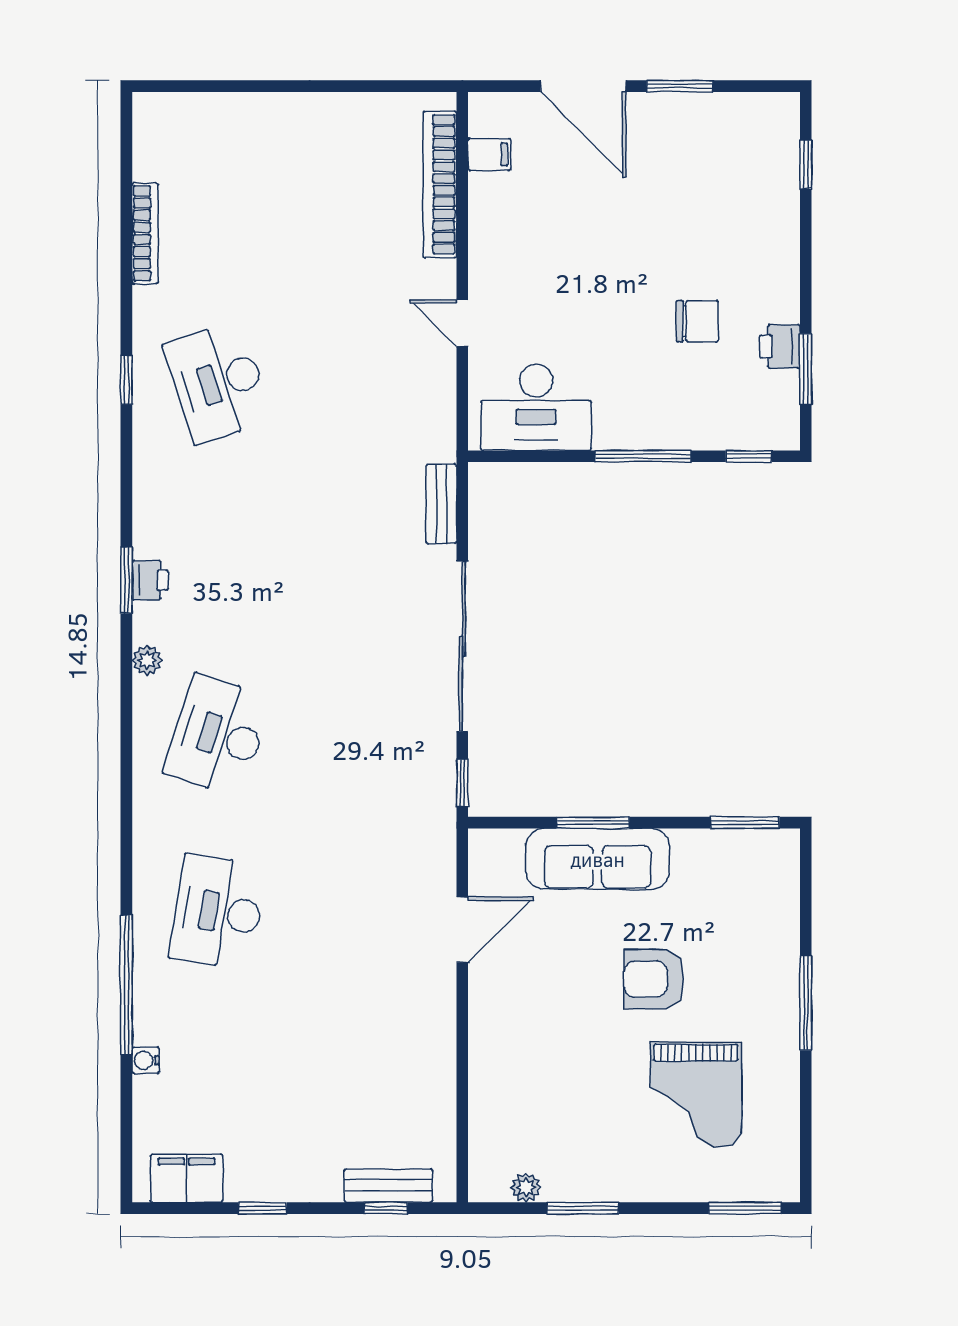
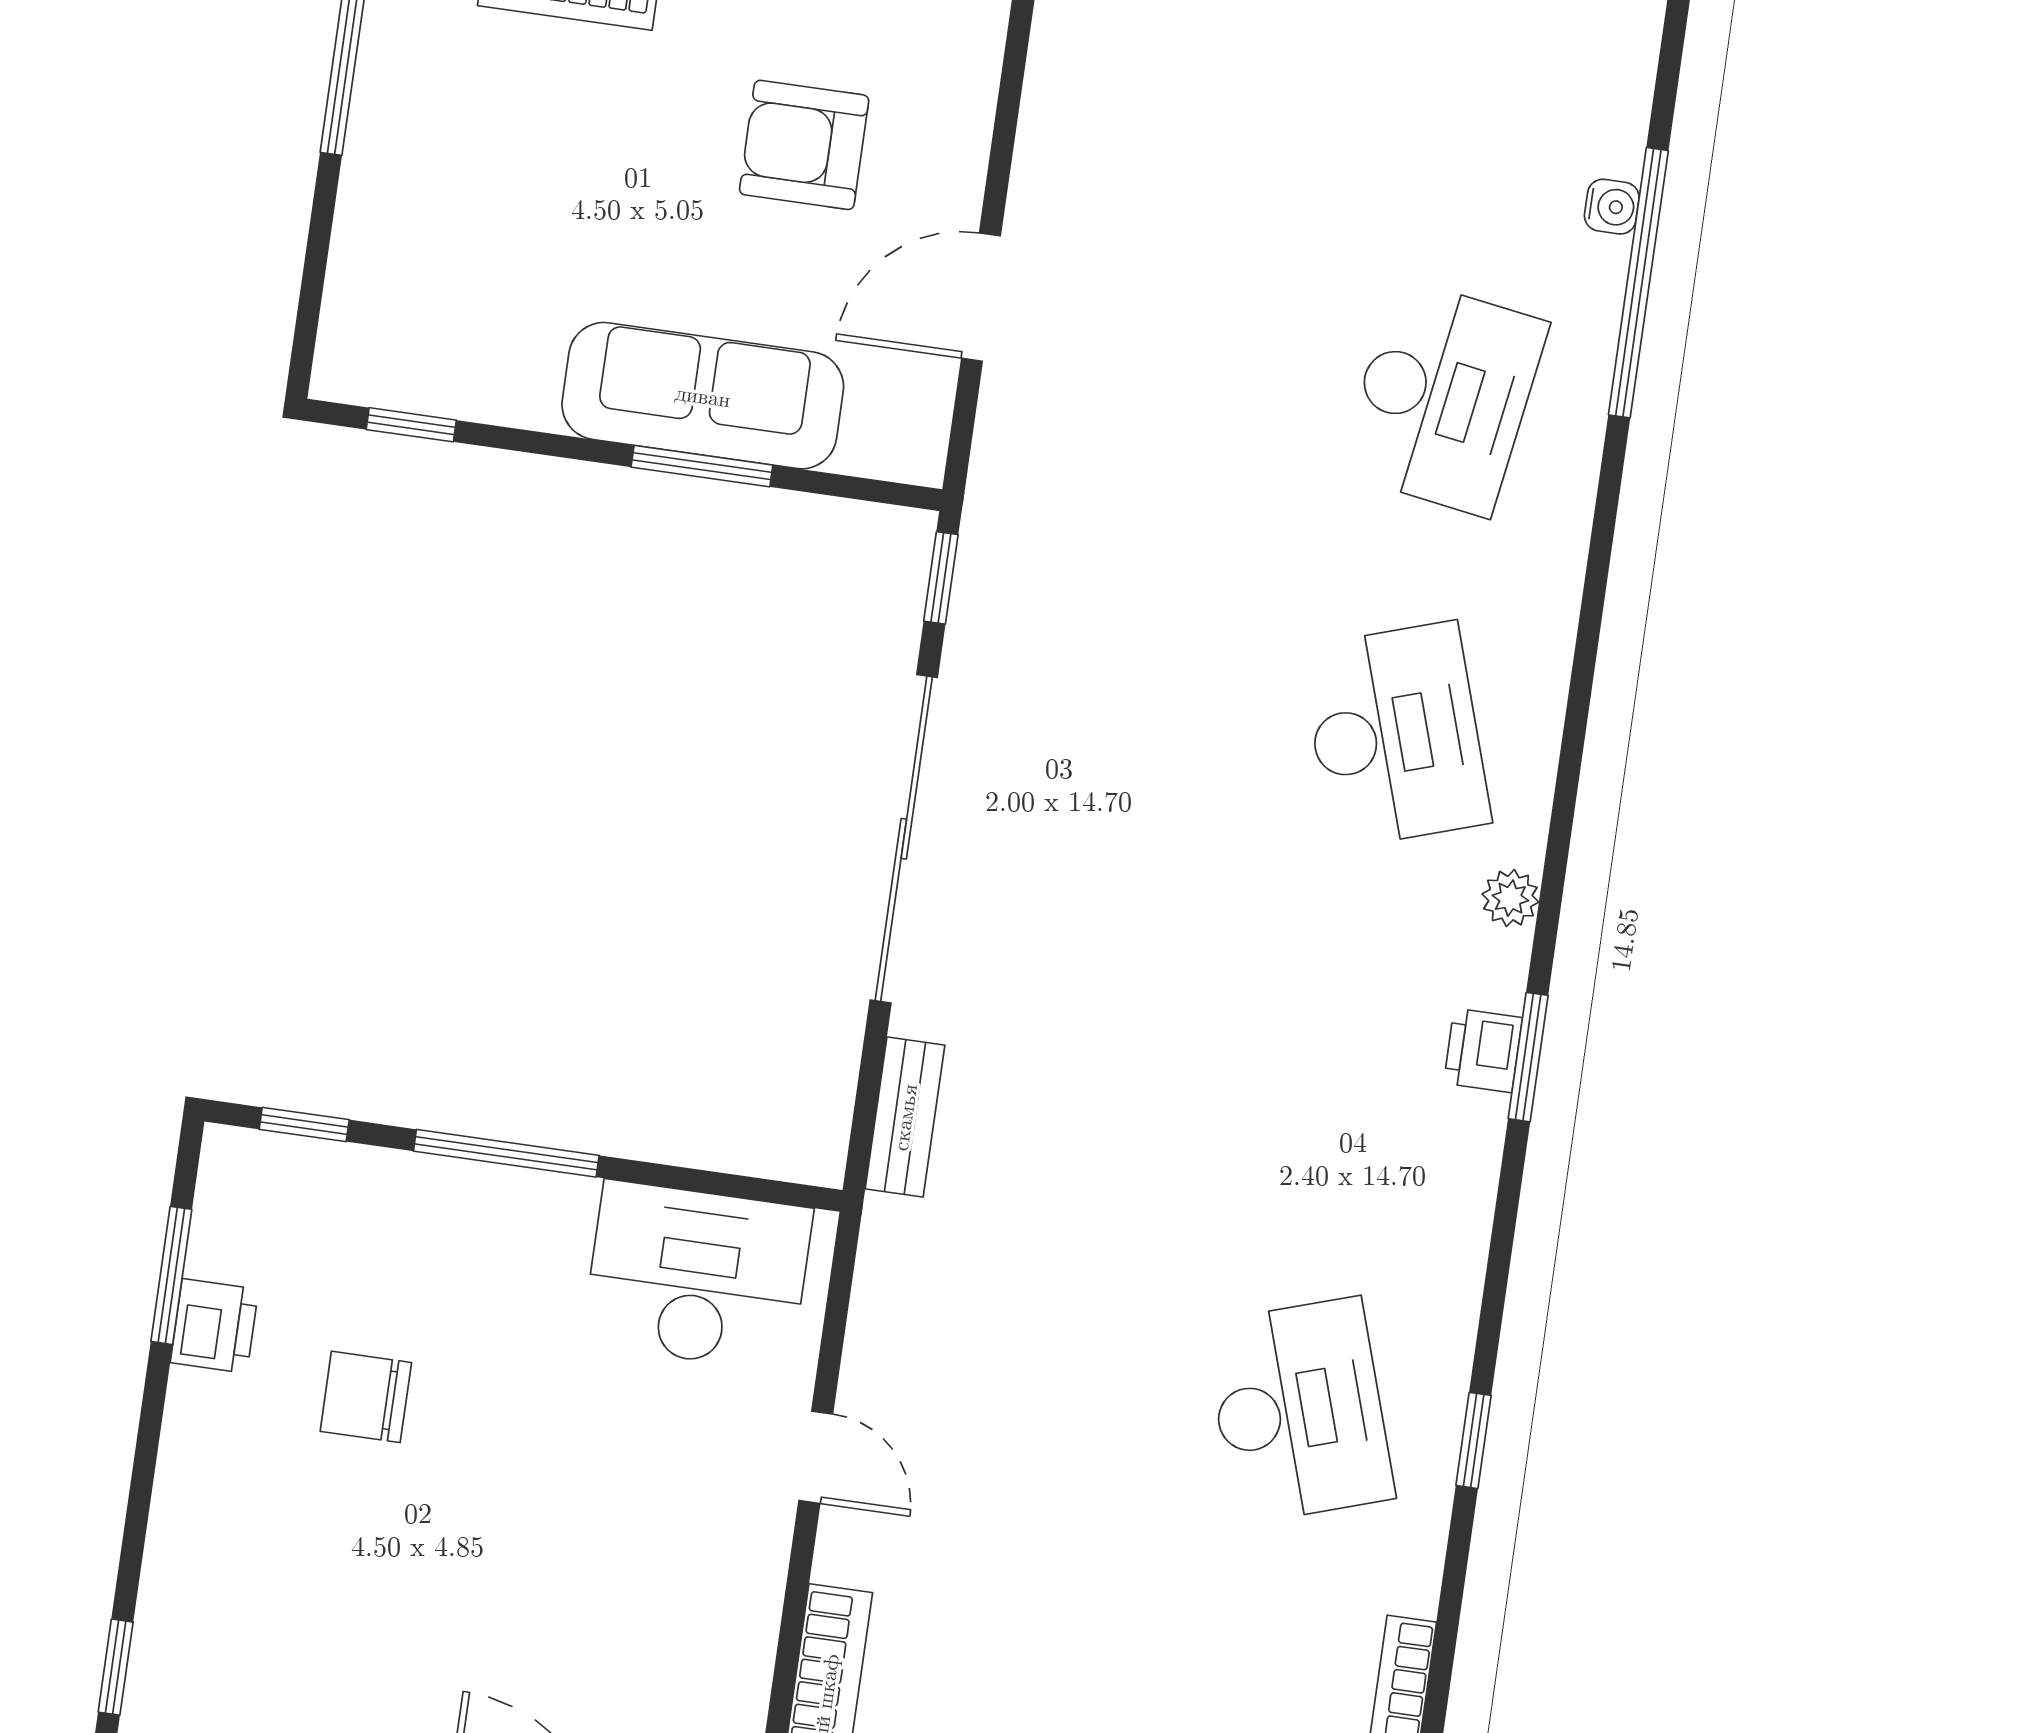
desk: (218, 735) -> (1395, 735), turned -36
window: (745, 823) -> (411, 425), width x0.67
armchair: (654, 979) -> (804, 145), moved, turned 180
water cooler: (146, 1060) -> (1612, 207), moved

